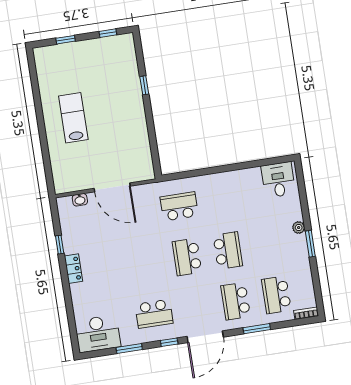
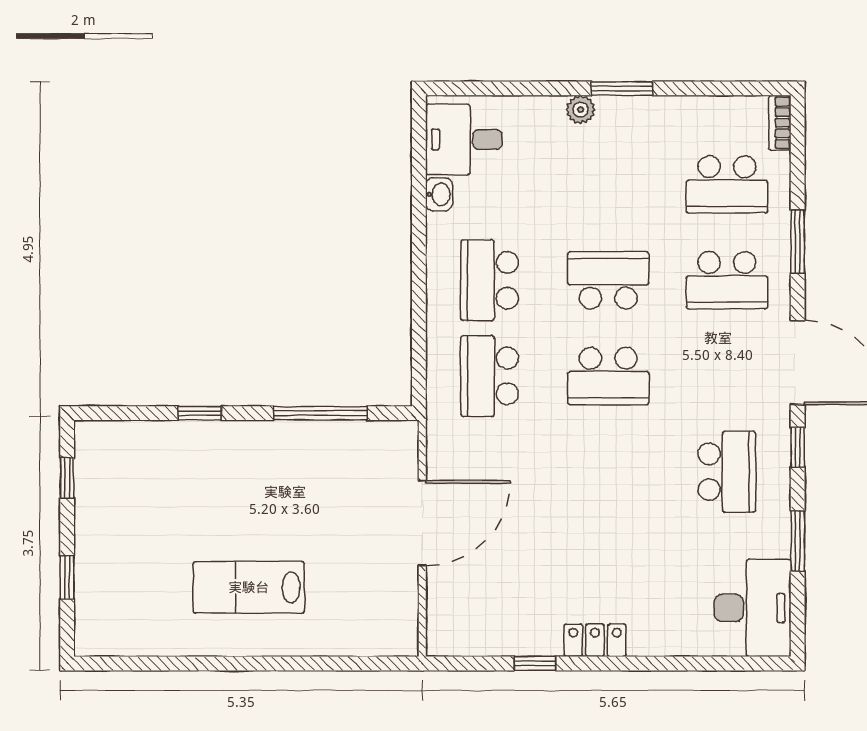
window: (152, 137) -> (320, 413), added
washbasin: (80, 200) -> (439, 194), moved
school desk: (220, 200) -> (490, 280), added

